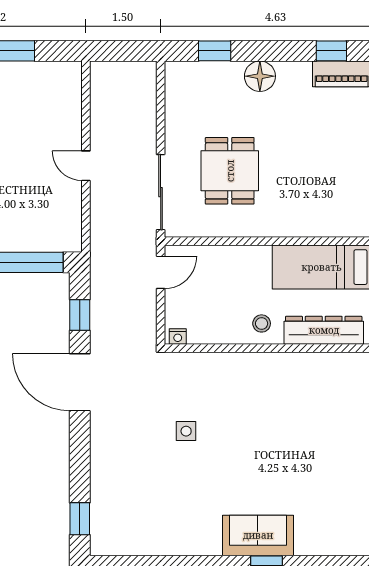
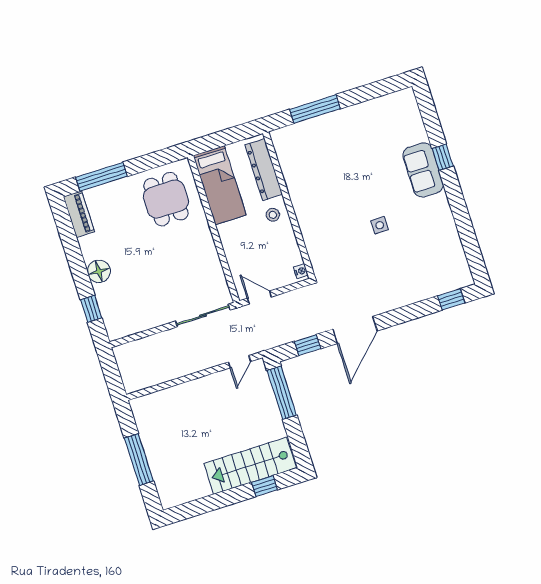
window: (331, 51) -> (65, 227), removed
door: (86, 166) -> (239, 362), moved
dining table: (230, 171) -> (166, 199), moved, turned 90
side table: (186, 431) -> (380, 225), moved

